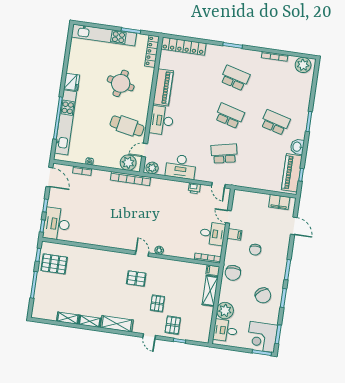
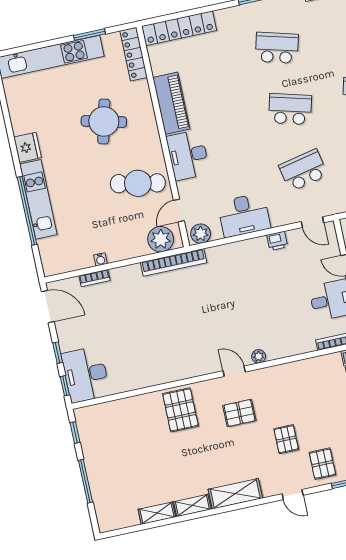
kitchen unit: (66, 122) -> (38, 199), width x0.73
pallet: (54, 264) -> (180, 410), moved, turned 90

